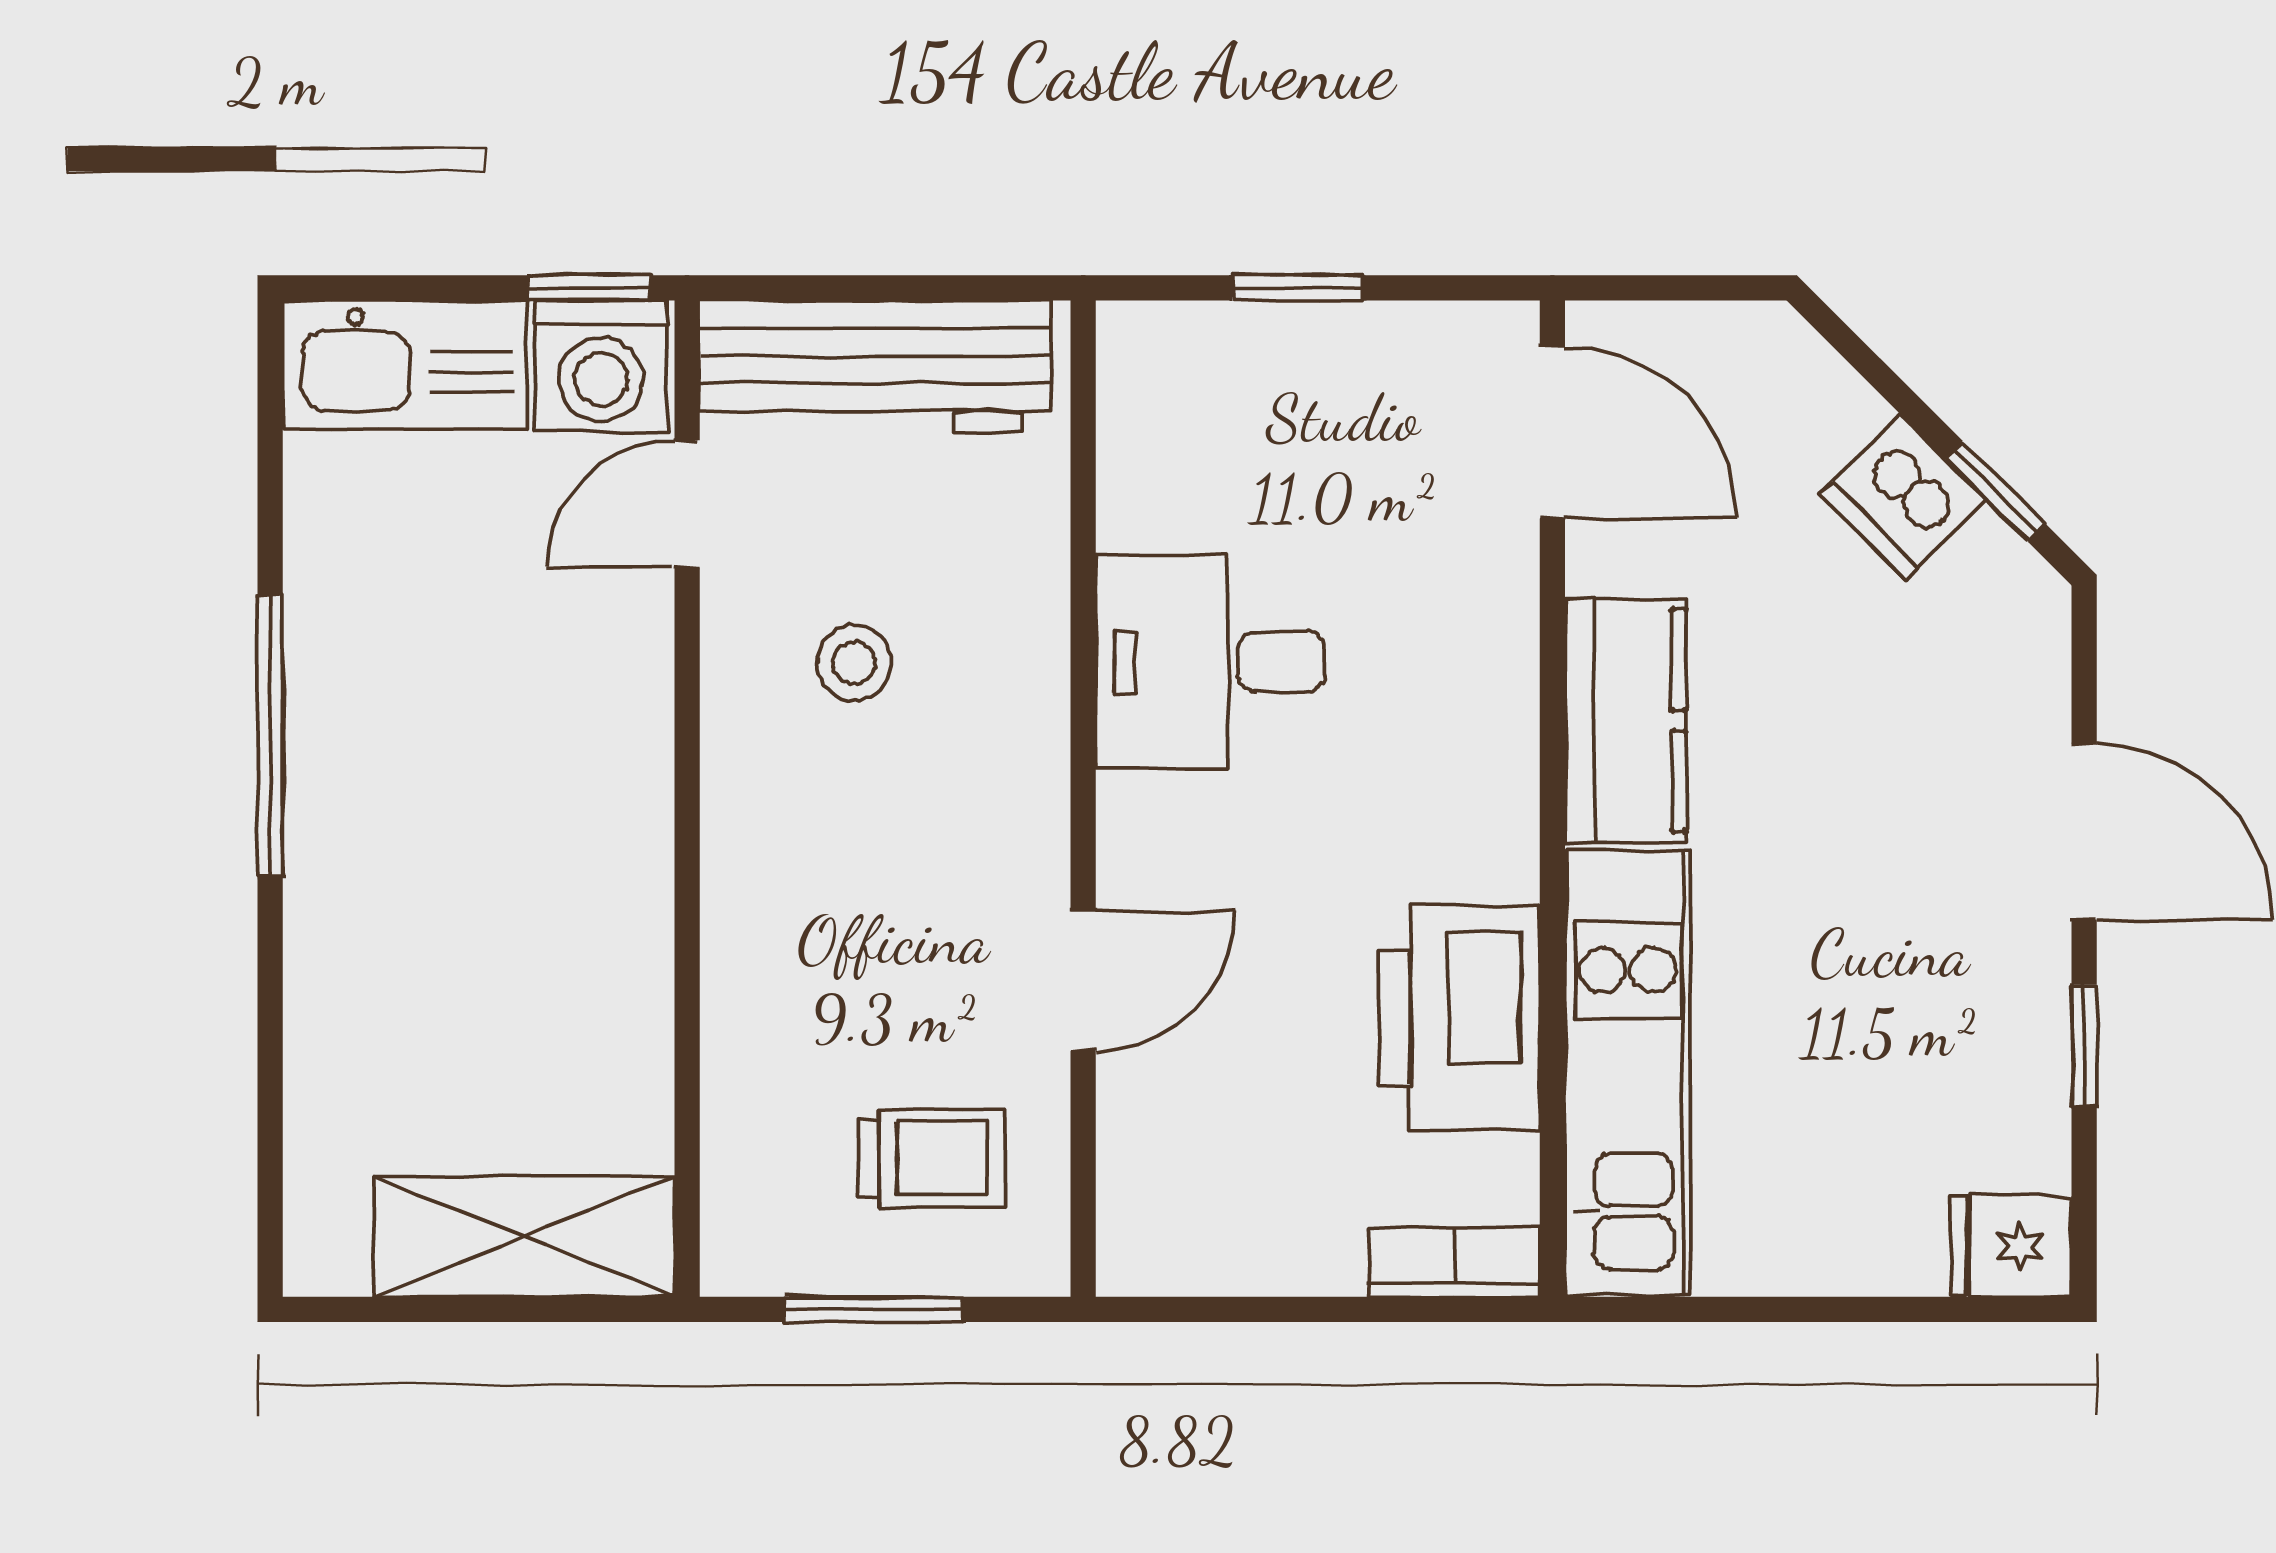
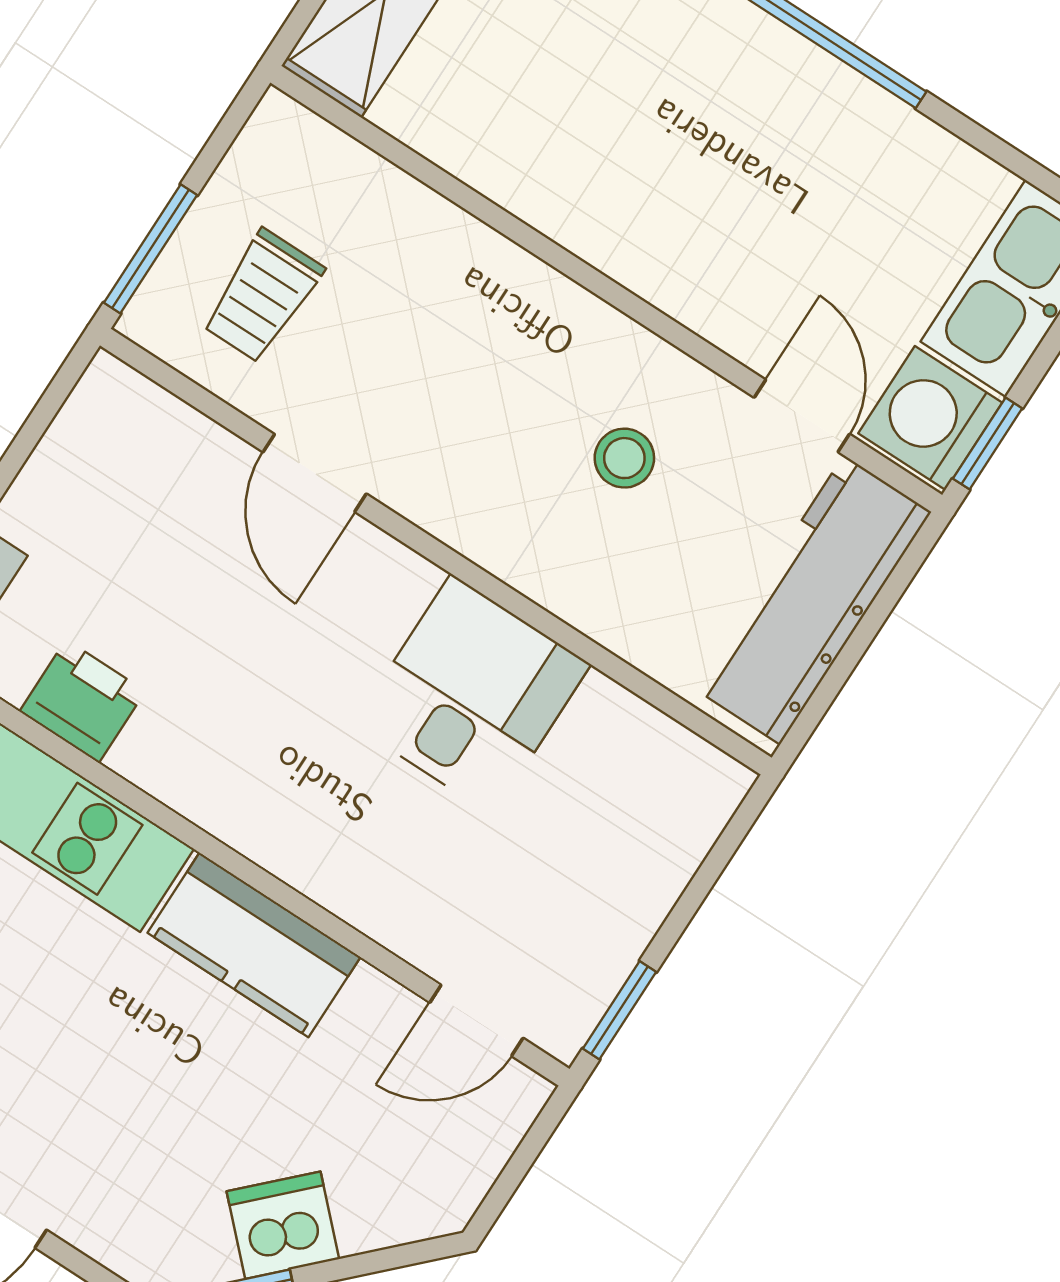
window: (1298, 288) -> (620, 1010), moved
door: (1552, 433) -> (476, 1020), width x0.73
printer: (1459, 1018) -> (82, 701), width x0.53, depth x0.68
window: (874, 1309) -> (150, 249), moved

